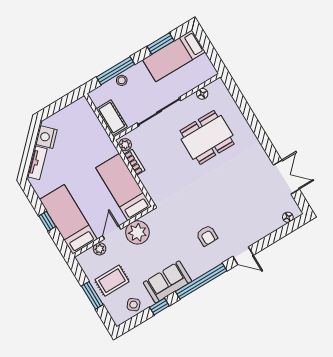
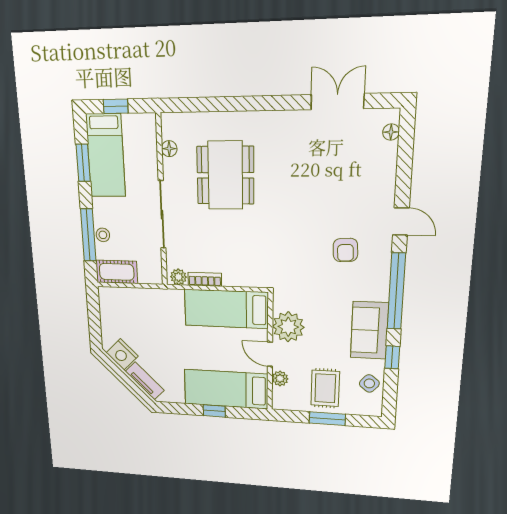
window: (208, 47) -> (116, 106), added
cot: (112, 118) -> (117, 272), moved
armchair: (207, 236) -> (345, 250), turned 87
door: (243, 256) -> (401, 221), hinge flipped

